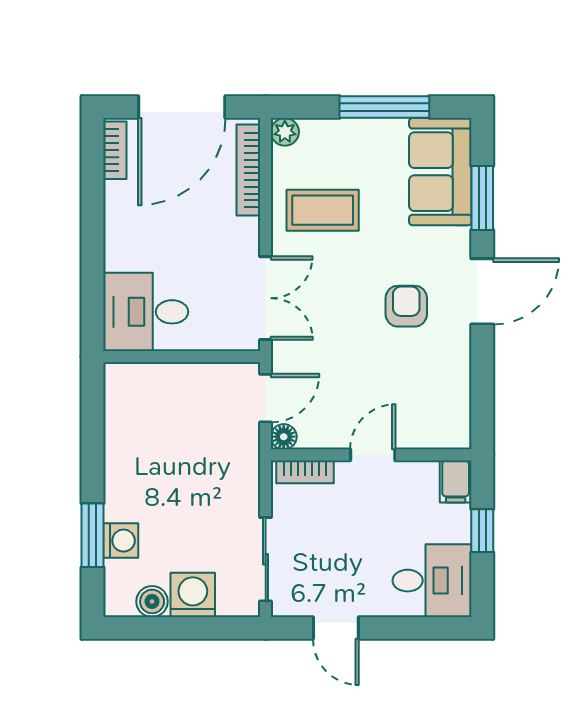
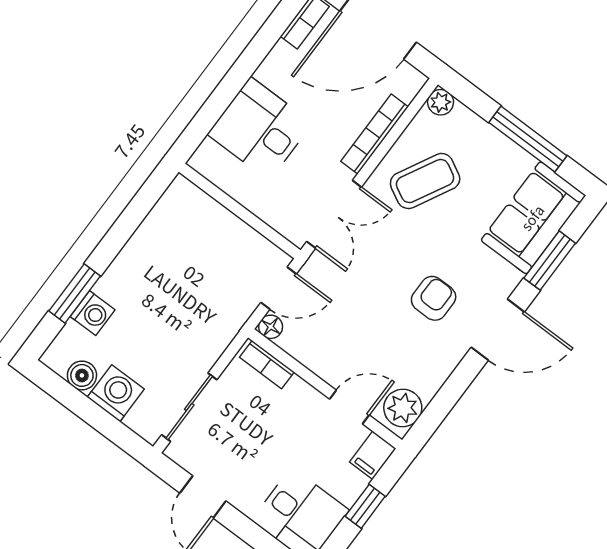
bookcase: (248, 170) -> (375, 134), moved
coffee table: (323, 210) -> (425, 181), turned -62
desk: (146, 312) -> (260, 129), moved
plant: (451, 421) -> (403, 408), added
door: (373, 455) -> (349, 407), moved

